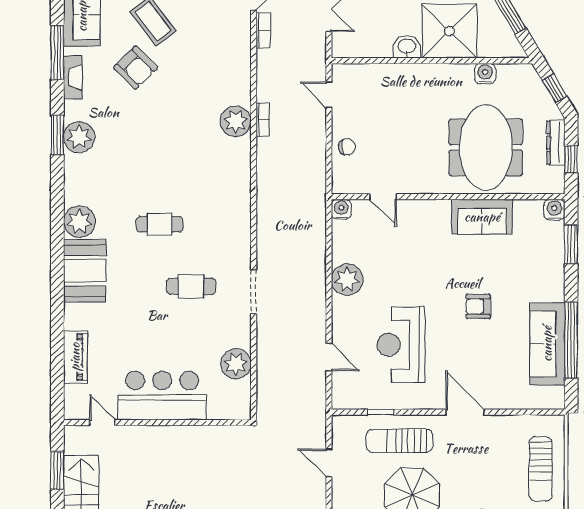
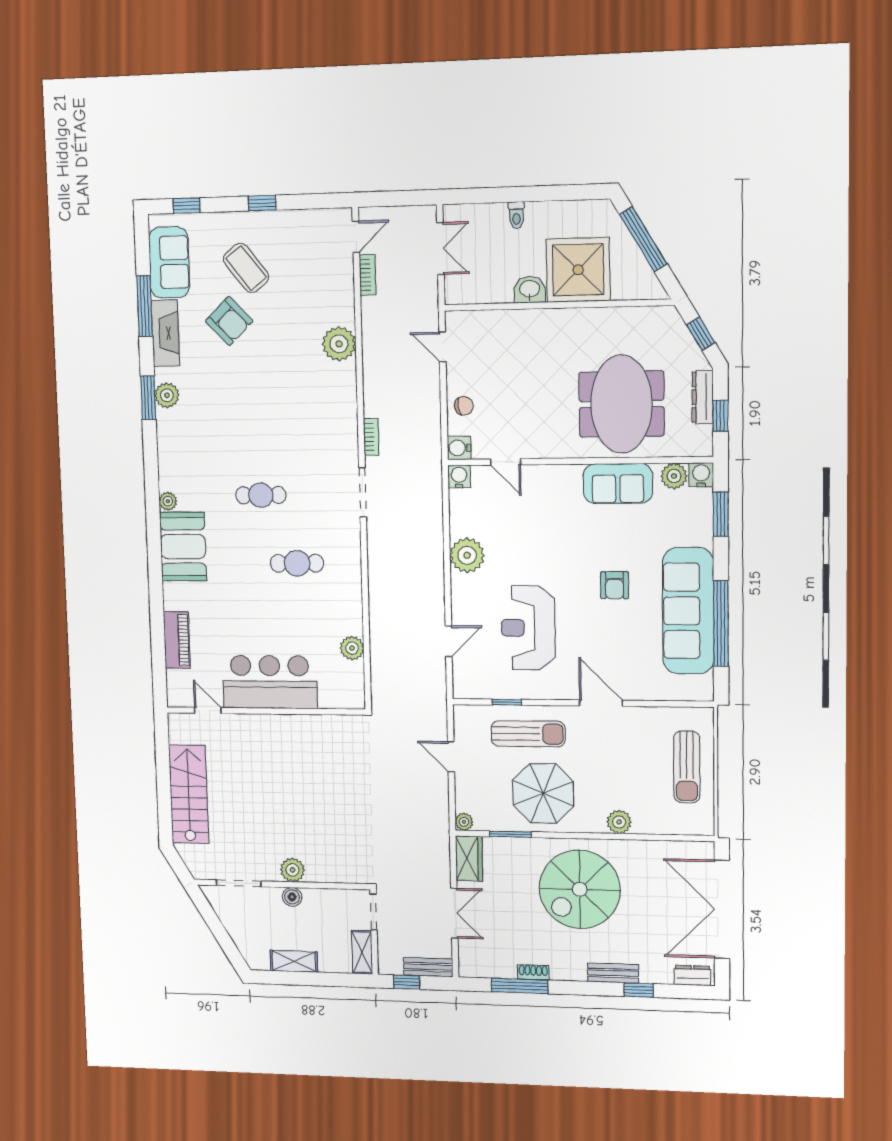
water cooler: (485, 74) -> (459, 448), moved, turned -90
fireplace: (73, 77) -> (165, 333), width x1.37, depth x1.32
bookcase: (263, 119) -> (371, 437), moved
plant: (236, 121) -> (339, 344), moved
plant: (79, 137) -> (167, 395), width x0.73, depth x0.73
plant: (531, 211) -> (674, 476), added
plant: (79, 222) -> (168, 501), width x0.53, depth x0.53
doorway: (254, 292) -> (363, 492), moved
armchair: (478, 306) -> (615, 585), turned -90
sofa: (547, 344) -> (688, 611), width x1.36, depth x1.27
door: (329, 357) -> (449, 641), hinge flipped
plant: (236, 364) -> (352, 648), width x0.73, depth x0.73
sun lounger: (399, 441) -> (528, 734), turned 180
window: (57, 471) -> (163, 761), removed

